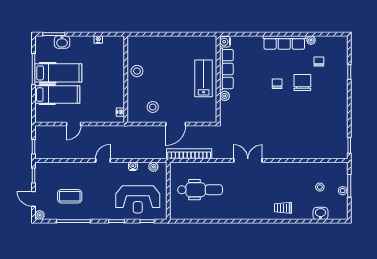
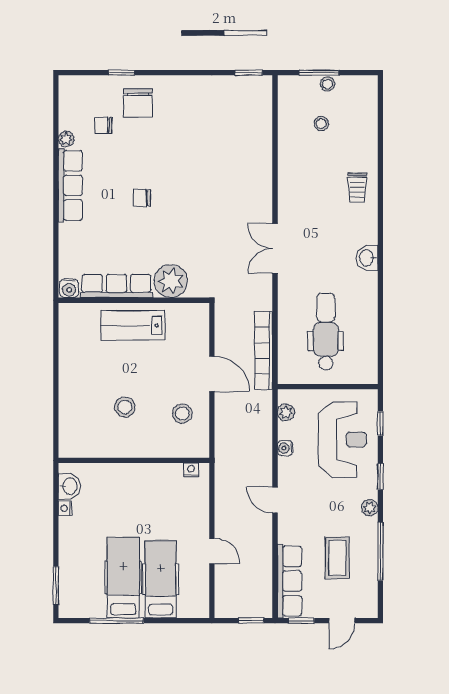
washbasin: (62, 42) -> (69, 486), moved
stool: (137, 71) -> (125, 407), moved
chair: (302, 82) -> (138, 103), moved, turned -90
plant: (225, 96) -> (171, 281), width x1.88, depth x1.88
row of seats: (56, 169) -> (290, 581), added
washbasin: (320, 213) -> (367, 258), moved
plant: (40, 215) -> (370, 508), moved

